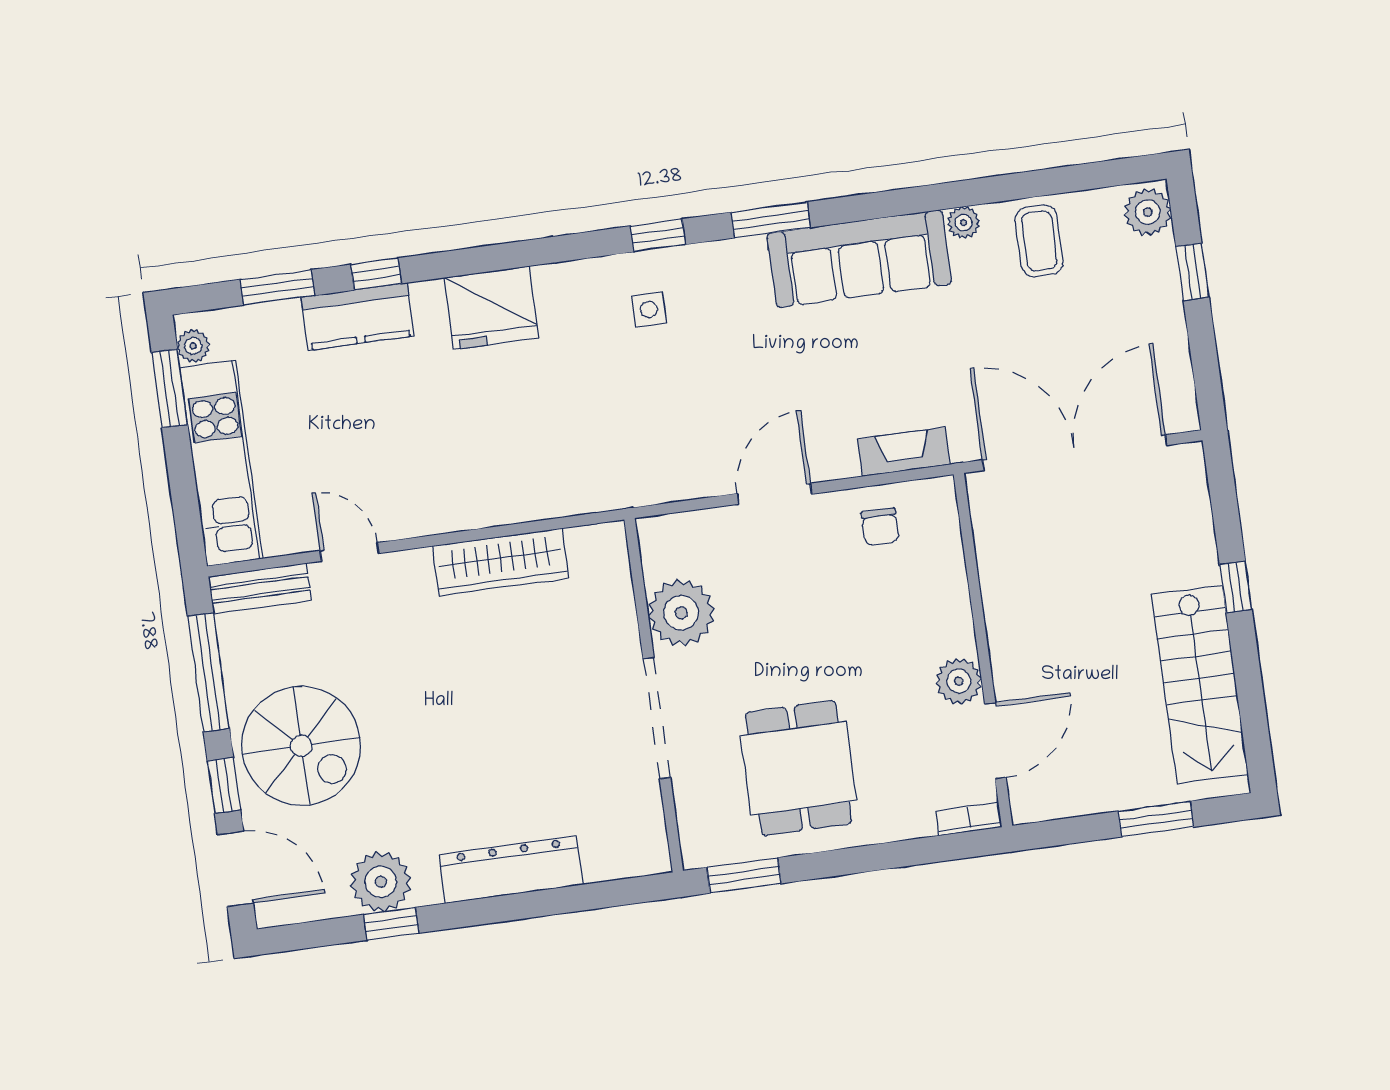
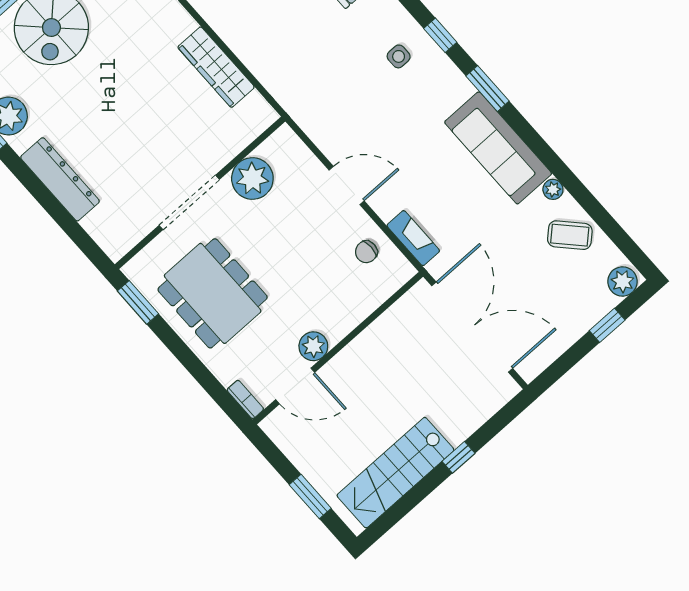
coffee table: (1039, 241) -> (570, 235), turned 47
dining table: (799, 768) -> (213, 293), width x1.38

